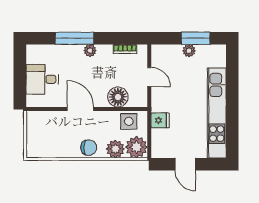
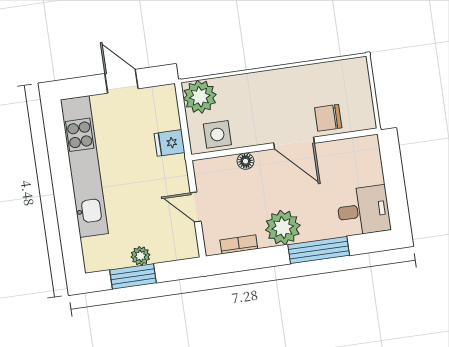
plant: (90, 51) -> (283, 228), width x1.88, depth x1.88
desk: (42, 79) -> (363, 211), moved
floor lamp: (118, 97) -> (246, 161), width x0.53, depth x0.53
chair: (89, 148) -> (328, 118), moved
plant: (115, 149) -> (232, 89), removed

